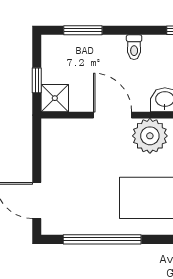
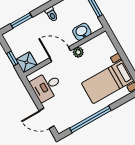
plant: (150, 136) -> (78, 52), width x0.53, depth x0.53
desk: (64, 151) -> (46, 86), added

